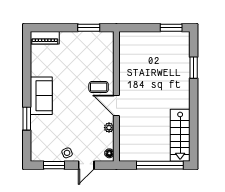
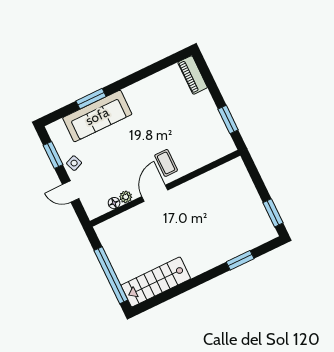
sofa: (41, 96) -> (97, 116), moved, width x1.36
floor lamp: (109, 153) -> (114, 203), moved

